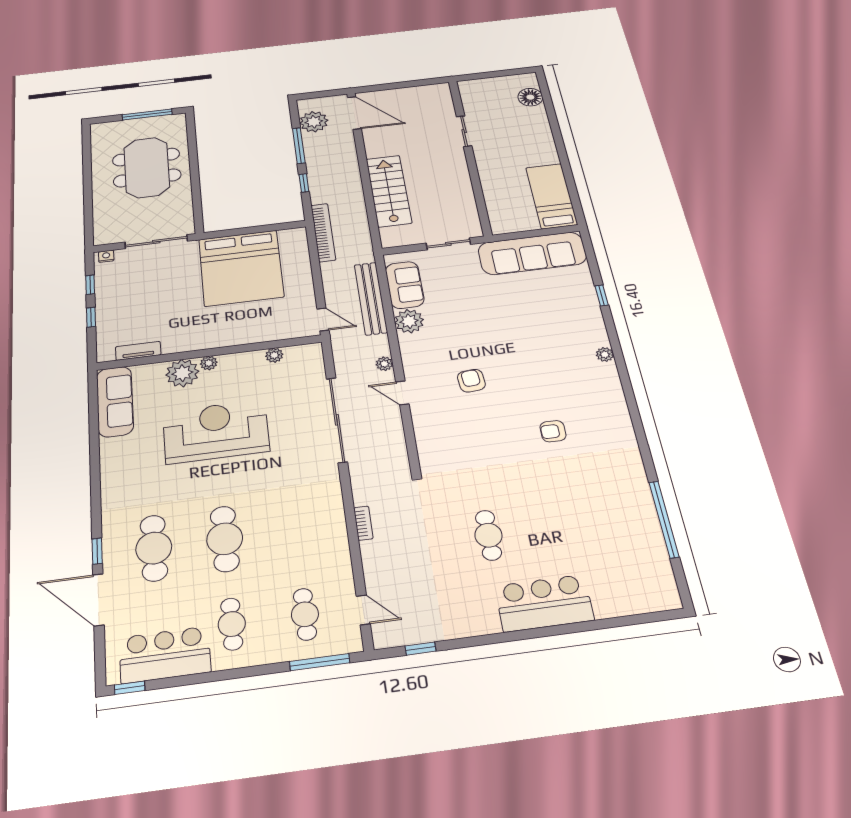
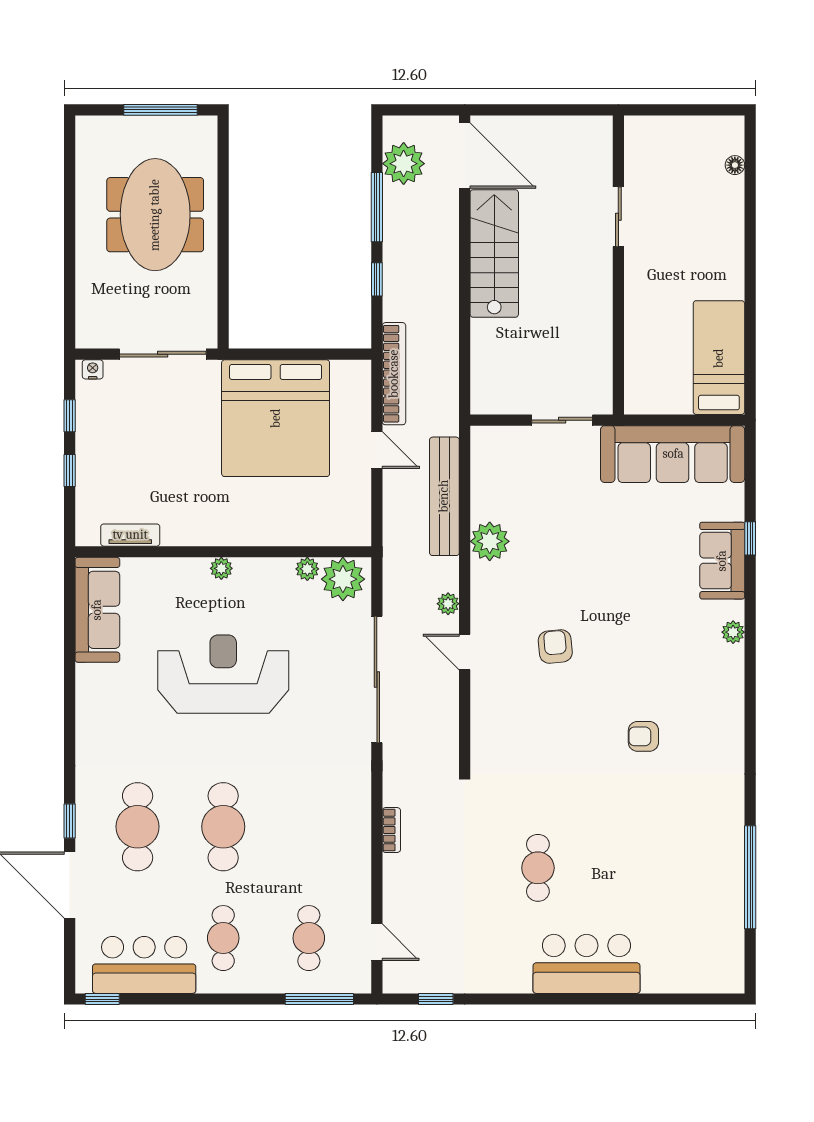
floor lamp: (530, 97) -> (735, 165), width x0.53, depth x0.53
stairs: (389, 191) -> (494, 253), moved
sofa: (405, 285) -> (722, 561), moved, turned 180
door: (323, 319) -> (377, 450), moved
plant: (182, 373) -> (343, 579), moved

